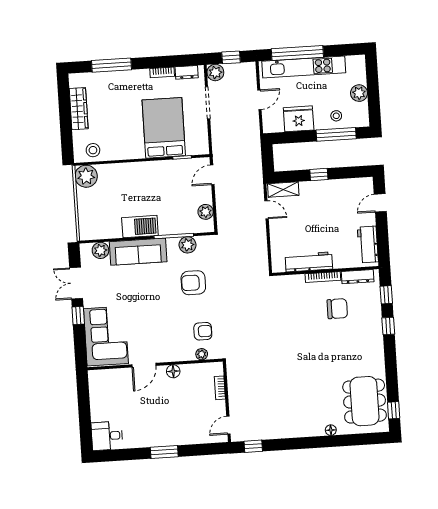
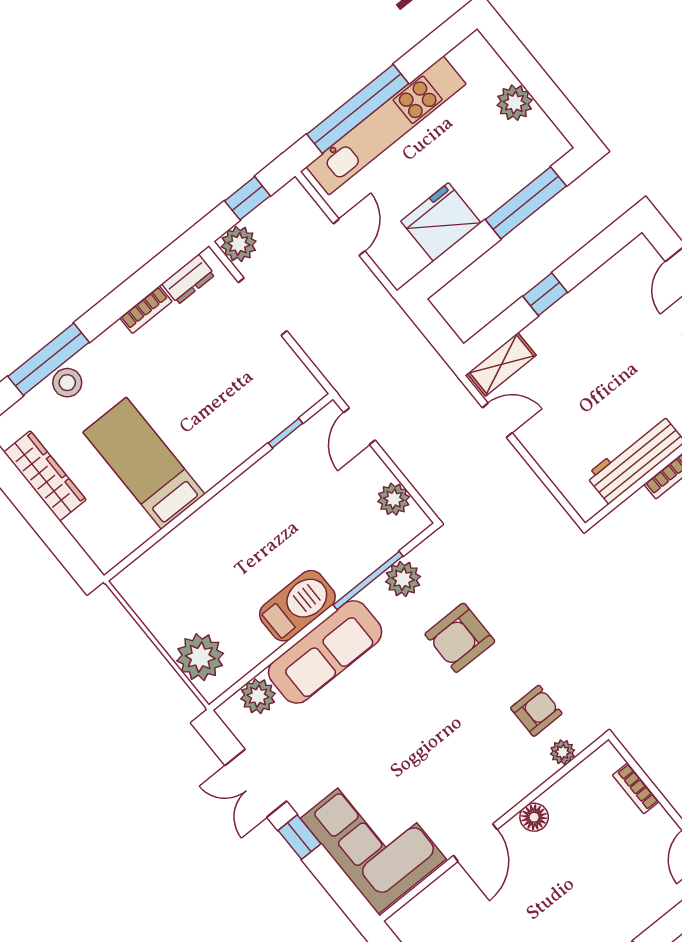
stool: (336, 116) -> (503, 170), removed
bed: (164, 128) -> (144, 463), moved, width x0.67
stool: (93, 150) -> (67, 383), moved
plant: (86, 176) -> (200, 657), moved

